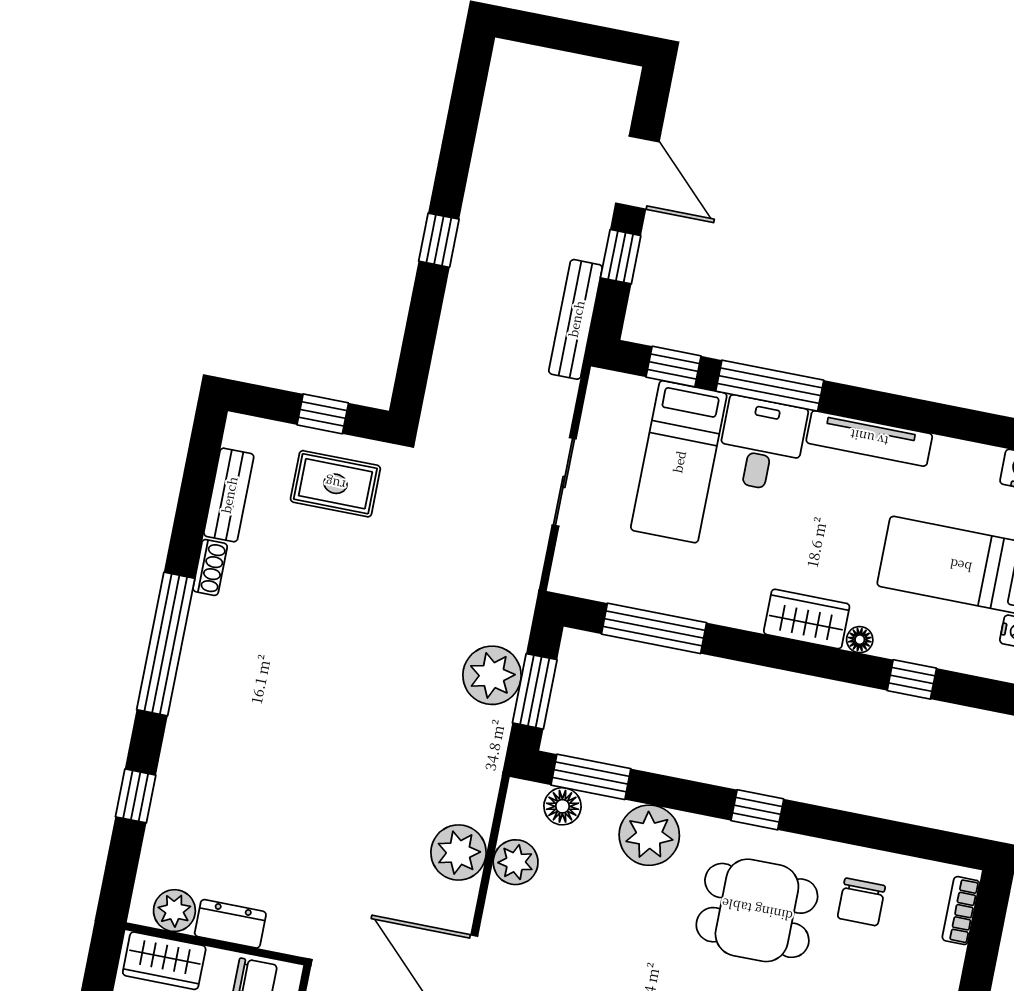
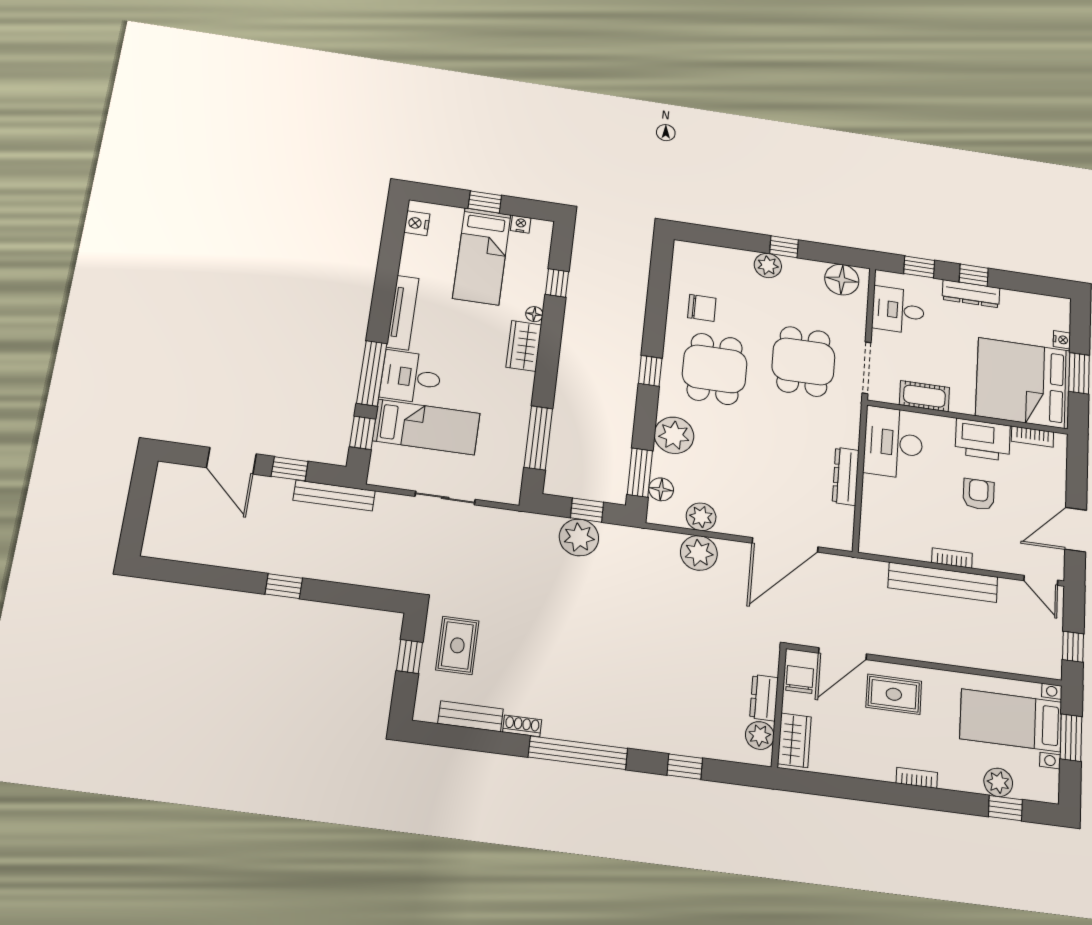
door: (637, 173) -> (231, 461), swing flipped
window: (535, 691) -> (587, 510), width x0.67
bookcase: (961, 911) -> (700, 251), removed

